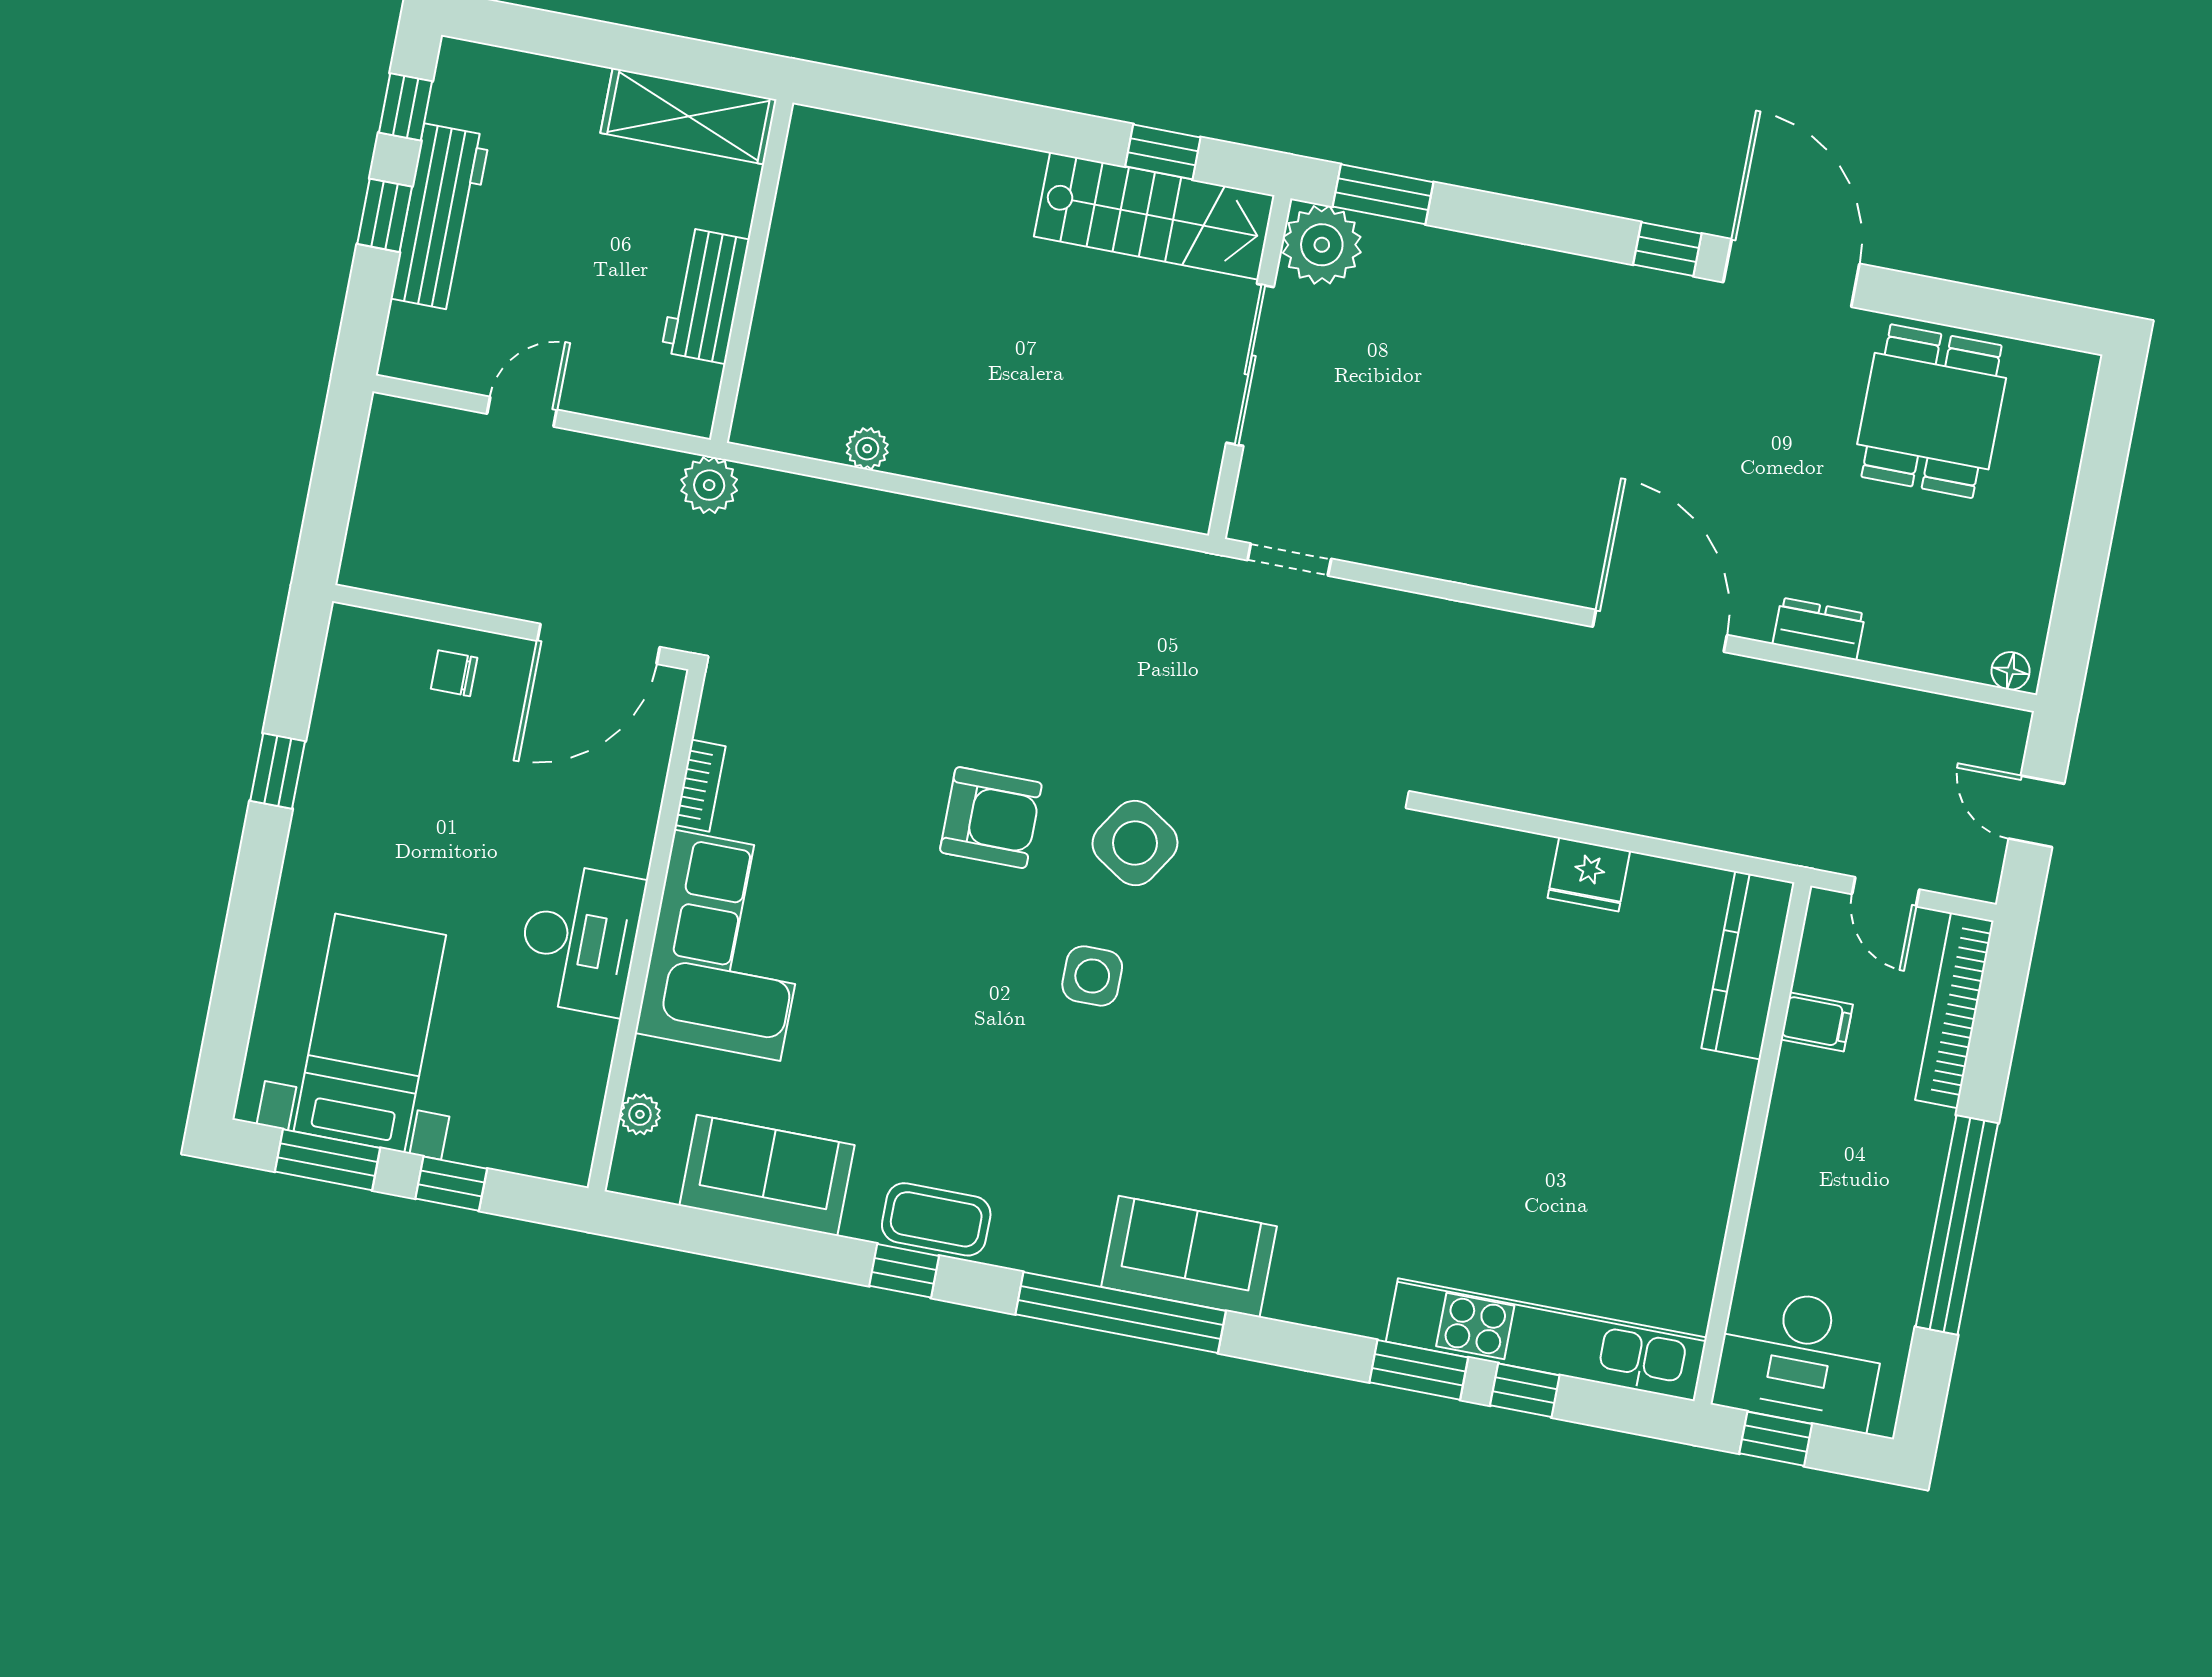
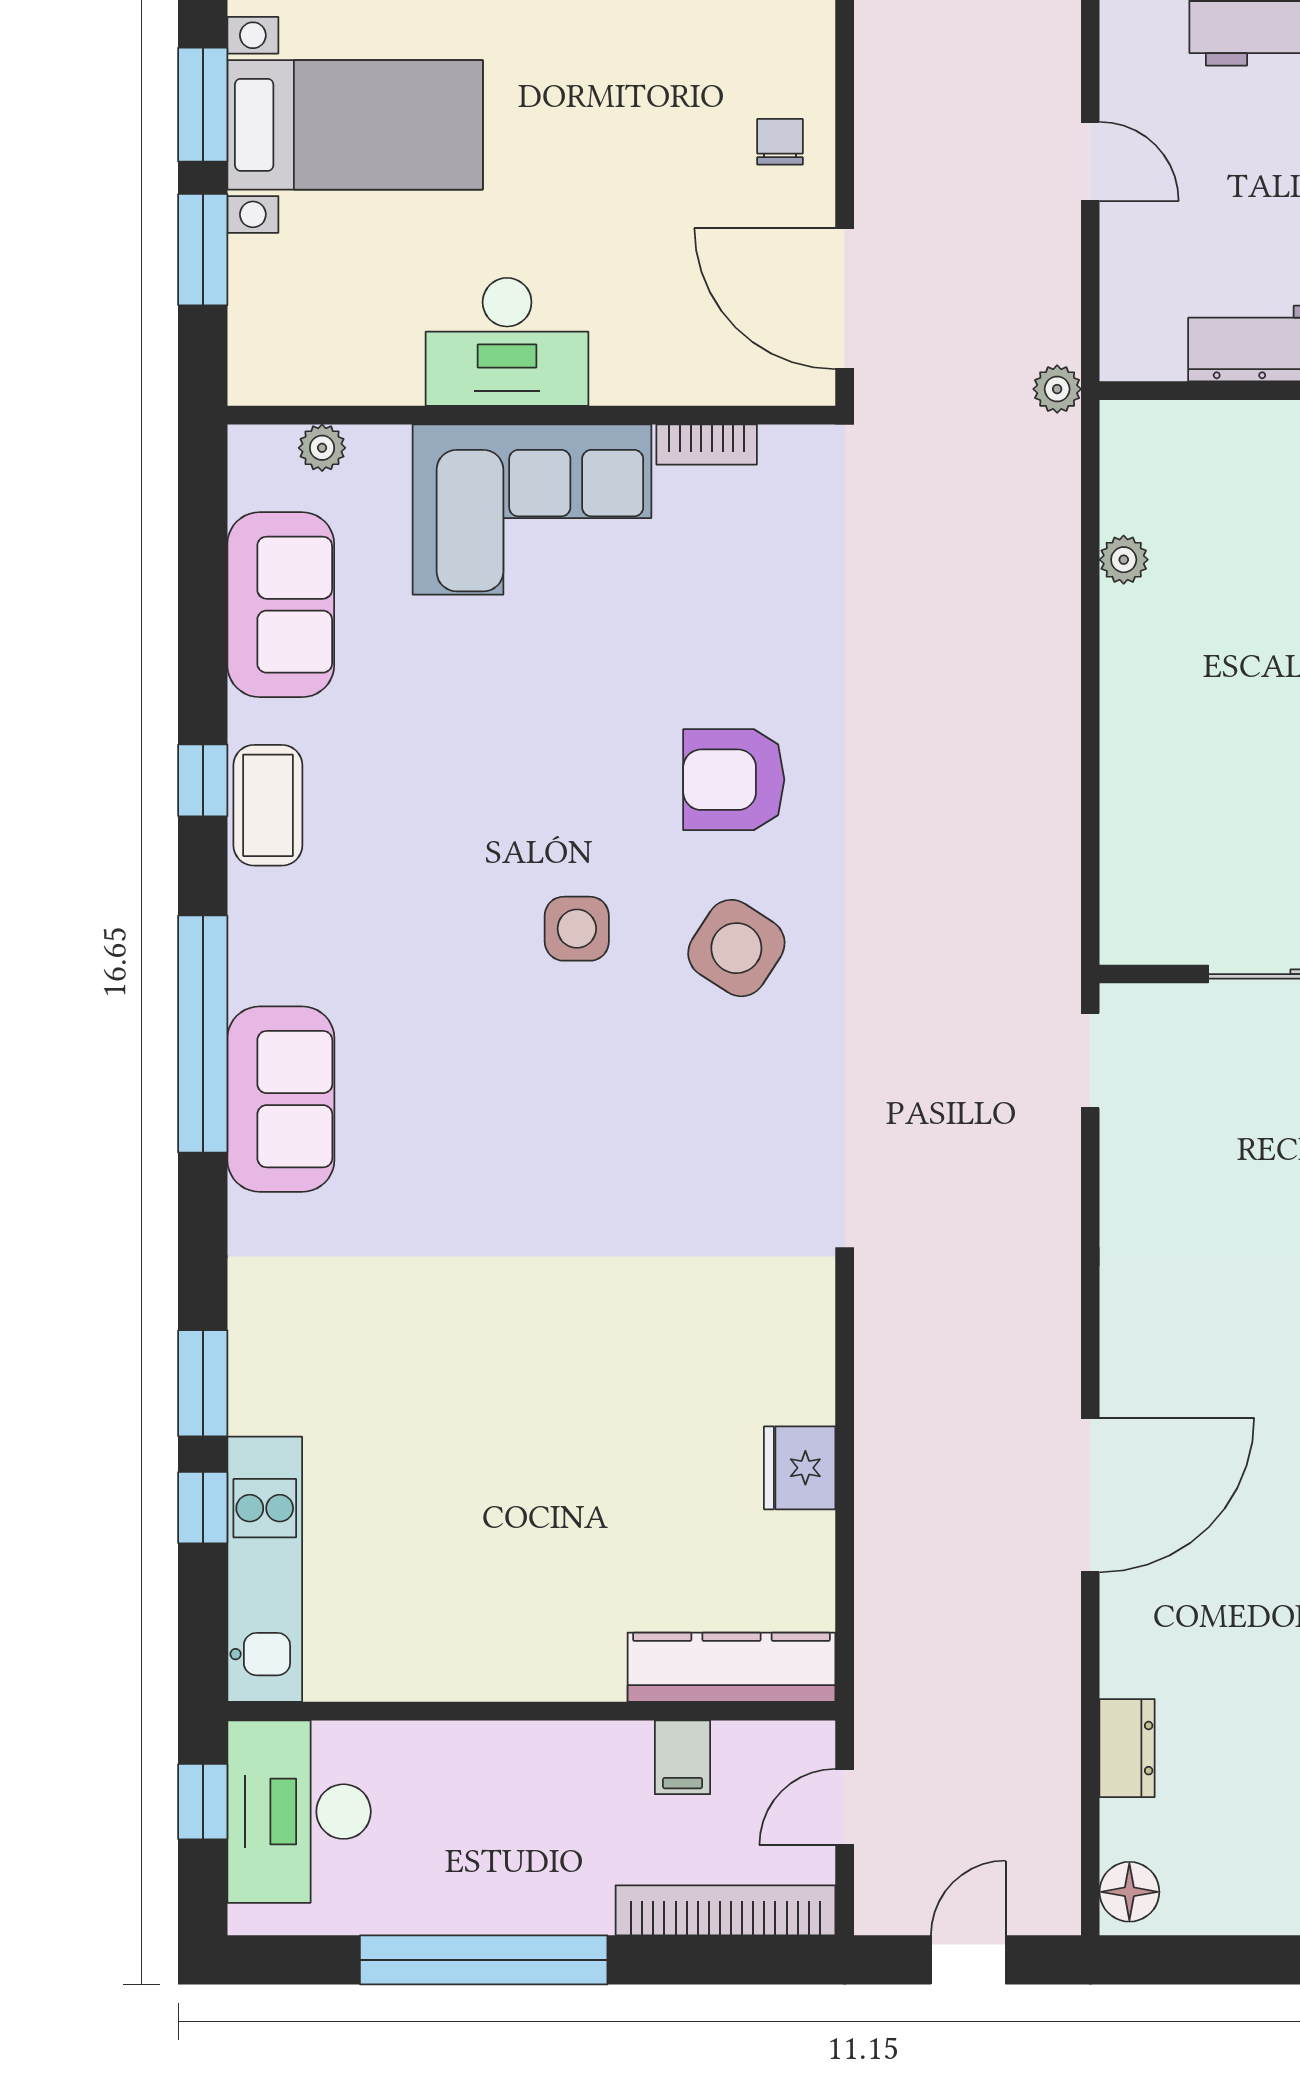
plant: (709, 485) -> (1057, 389), width x0.73, depth x0.73
dresser: (1819, 629) -> (1127, 1748), moved
floor lamp: (2010, 671) -> (1129, 1892), width x1.37, depth x1.37
armchair: (991, 818) -> (734, 780), turned 90
window: (451, 1184) -> (203, 250), width x1.50
kitchen unit: (1546, 1340) -> (265, 1569), width x0.73

